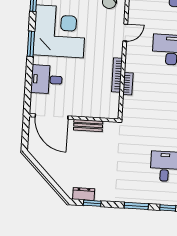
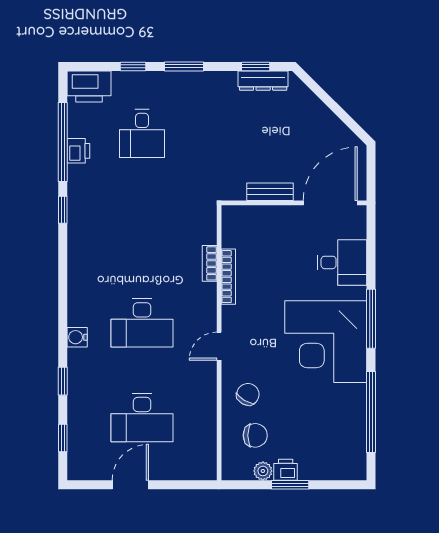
window: (31, 44) -> (371, 319), width x1.44
door: (52, 116) -> (330, 203), hinge flipped
dresser: (84, 194) -> (263, 81), width x1.44

